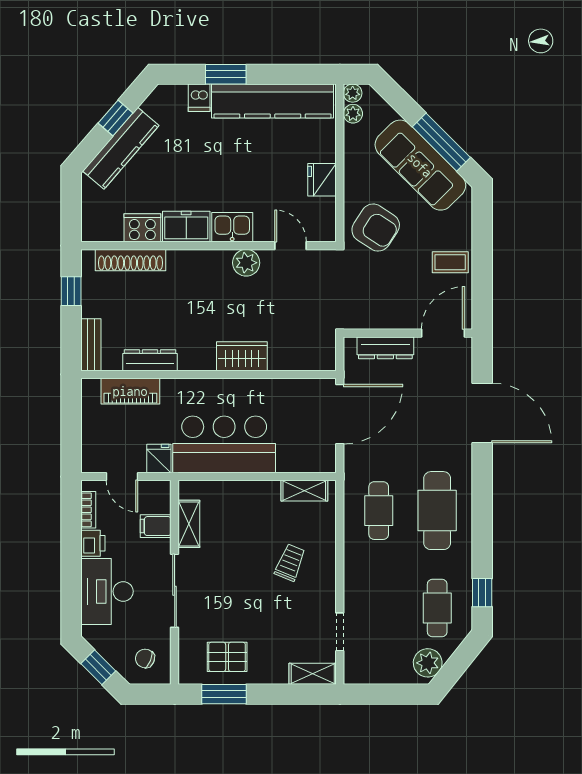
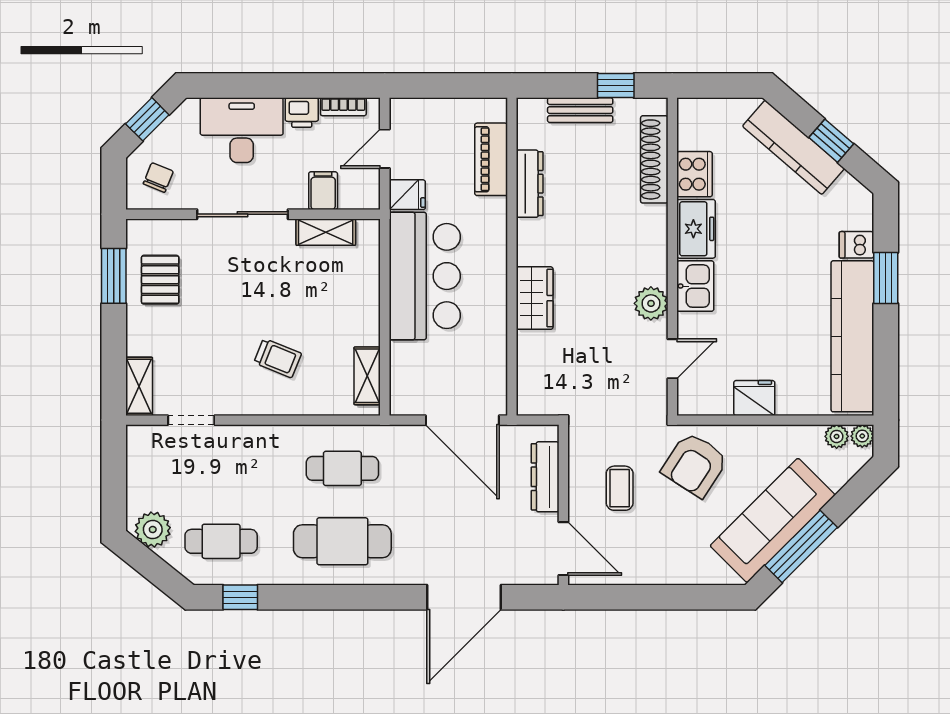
coffee table: (450, 262) -> (620, 488), moved
bench: (91, 345) -> (580, 110), moved

